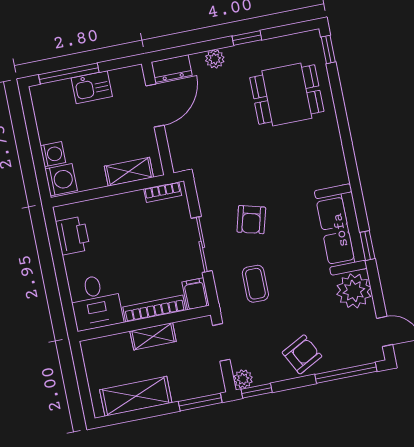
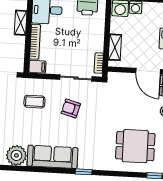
dining table: (287, 95) -> (135, 146), turned 90
sliding door: (202, 244) -> (76, 78), moved
window: (367, 246) -> (84, 172), moved
shelving: (153, 336) -> (21, 23), moved

